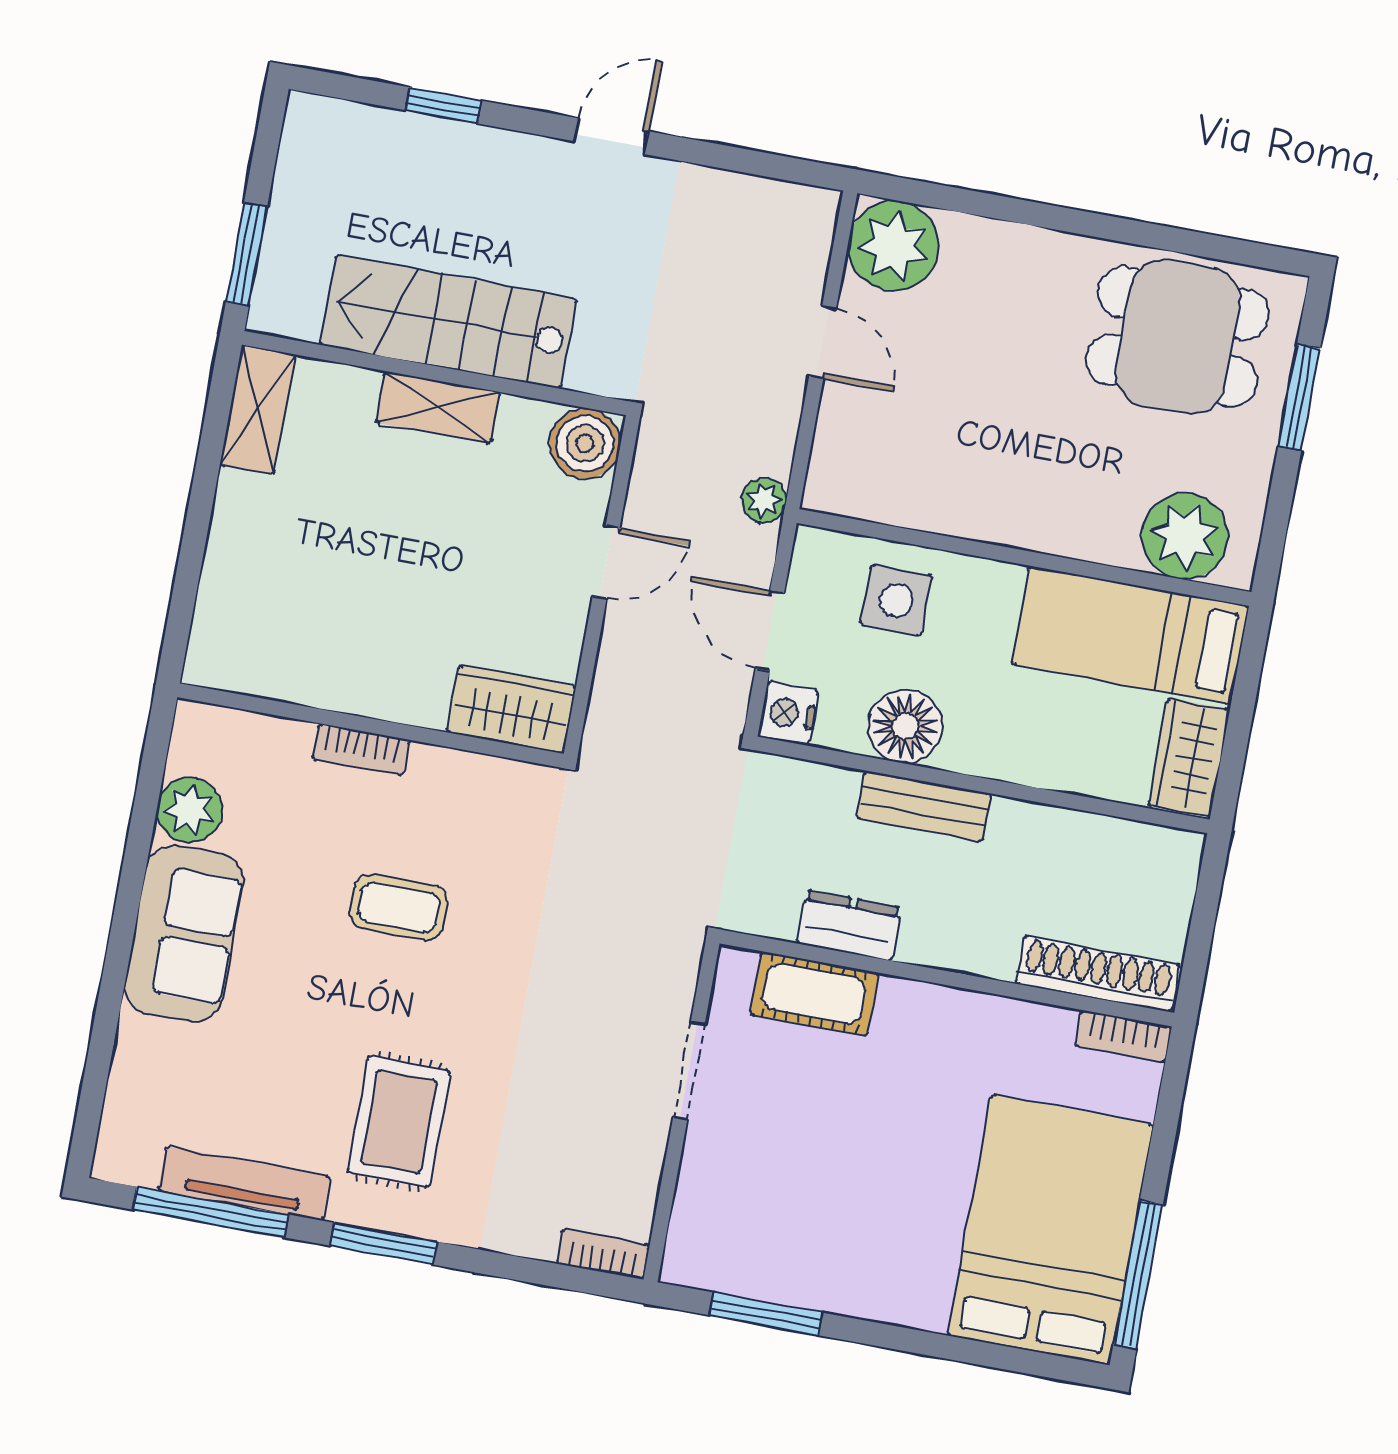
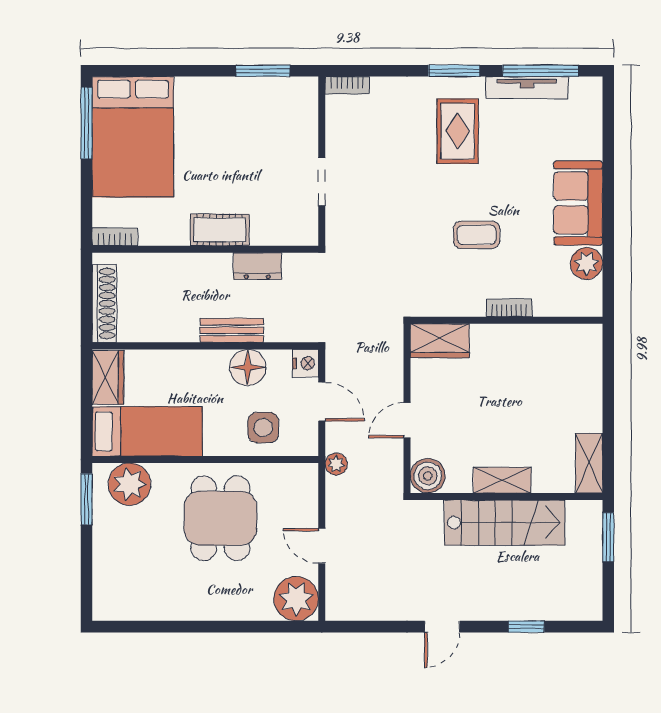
dining table: (1178, 337) -> (220, 518), moved, turned 90
window: (1299, 397) -> (87, 499), moved
shoe rack: (1098, 974) -> (104, 303), moved, turned -90
cot: (814, 994) -> (220, 230), moved

